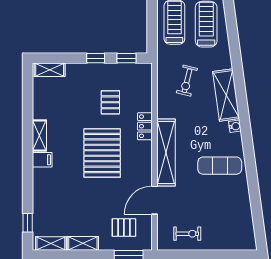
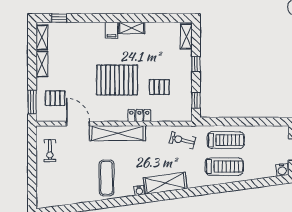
window: (96, 58) -> (196, 64), moved
exercise bike: (187, 81) -> (182, 140), moved
pallet: (124, 228) -> (55, 98), turned 90

